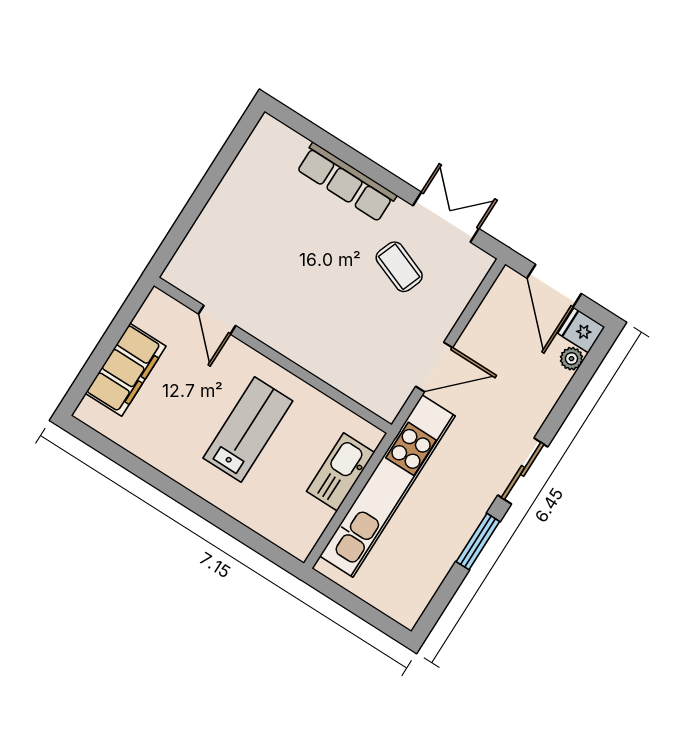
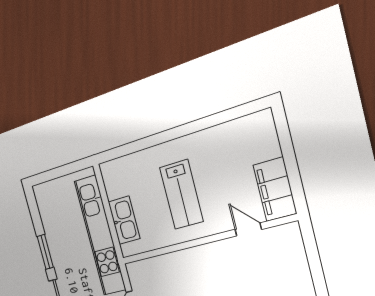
filing cabinet: (126, 370) -> (275, 189), moved

